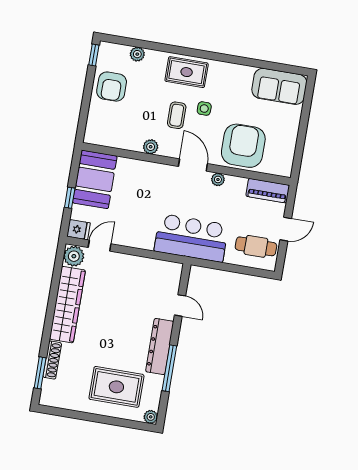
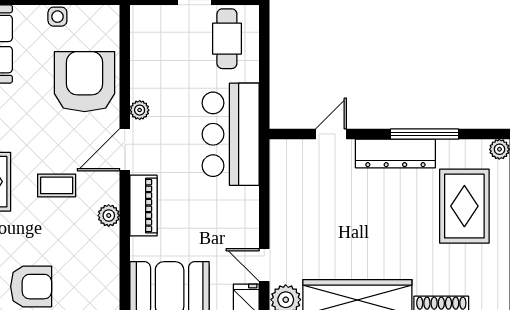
side table: (204, 109) -> (57, 17), moved
armchair: (243, 146) -> (85, 82), turned 90
piano: (268, 191) -> (144, 206), moved

